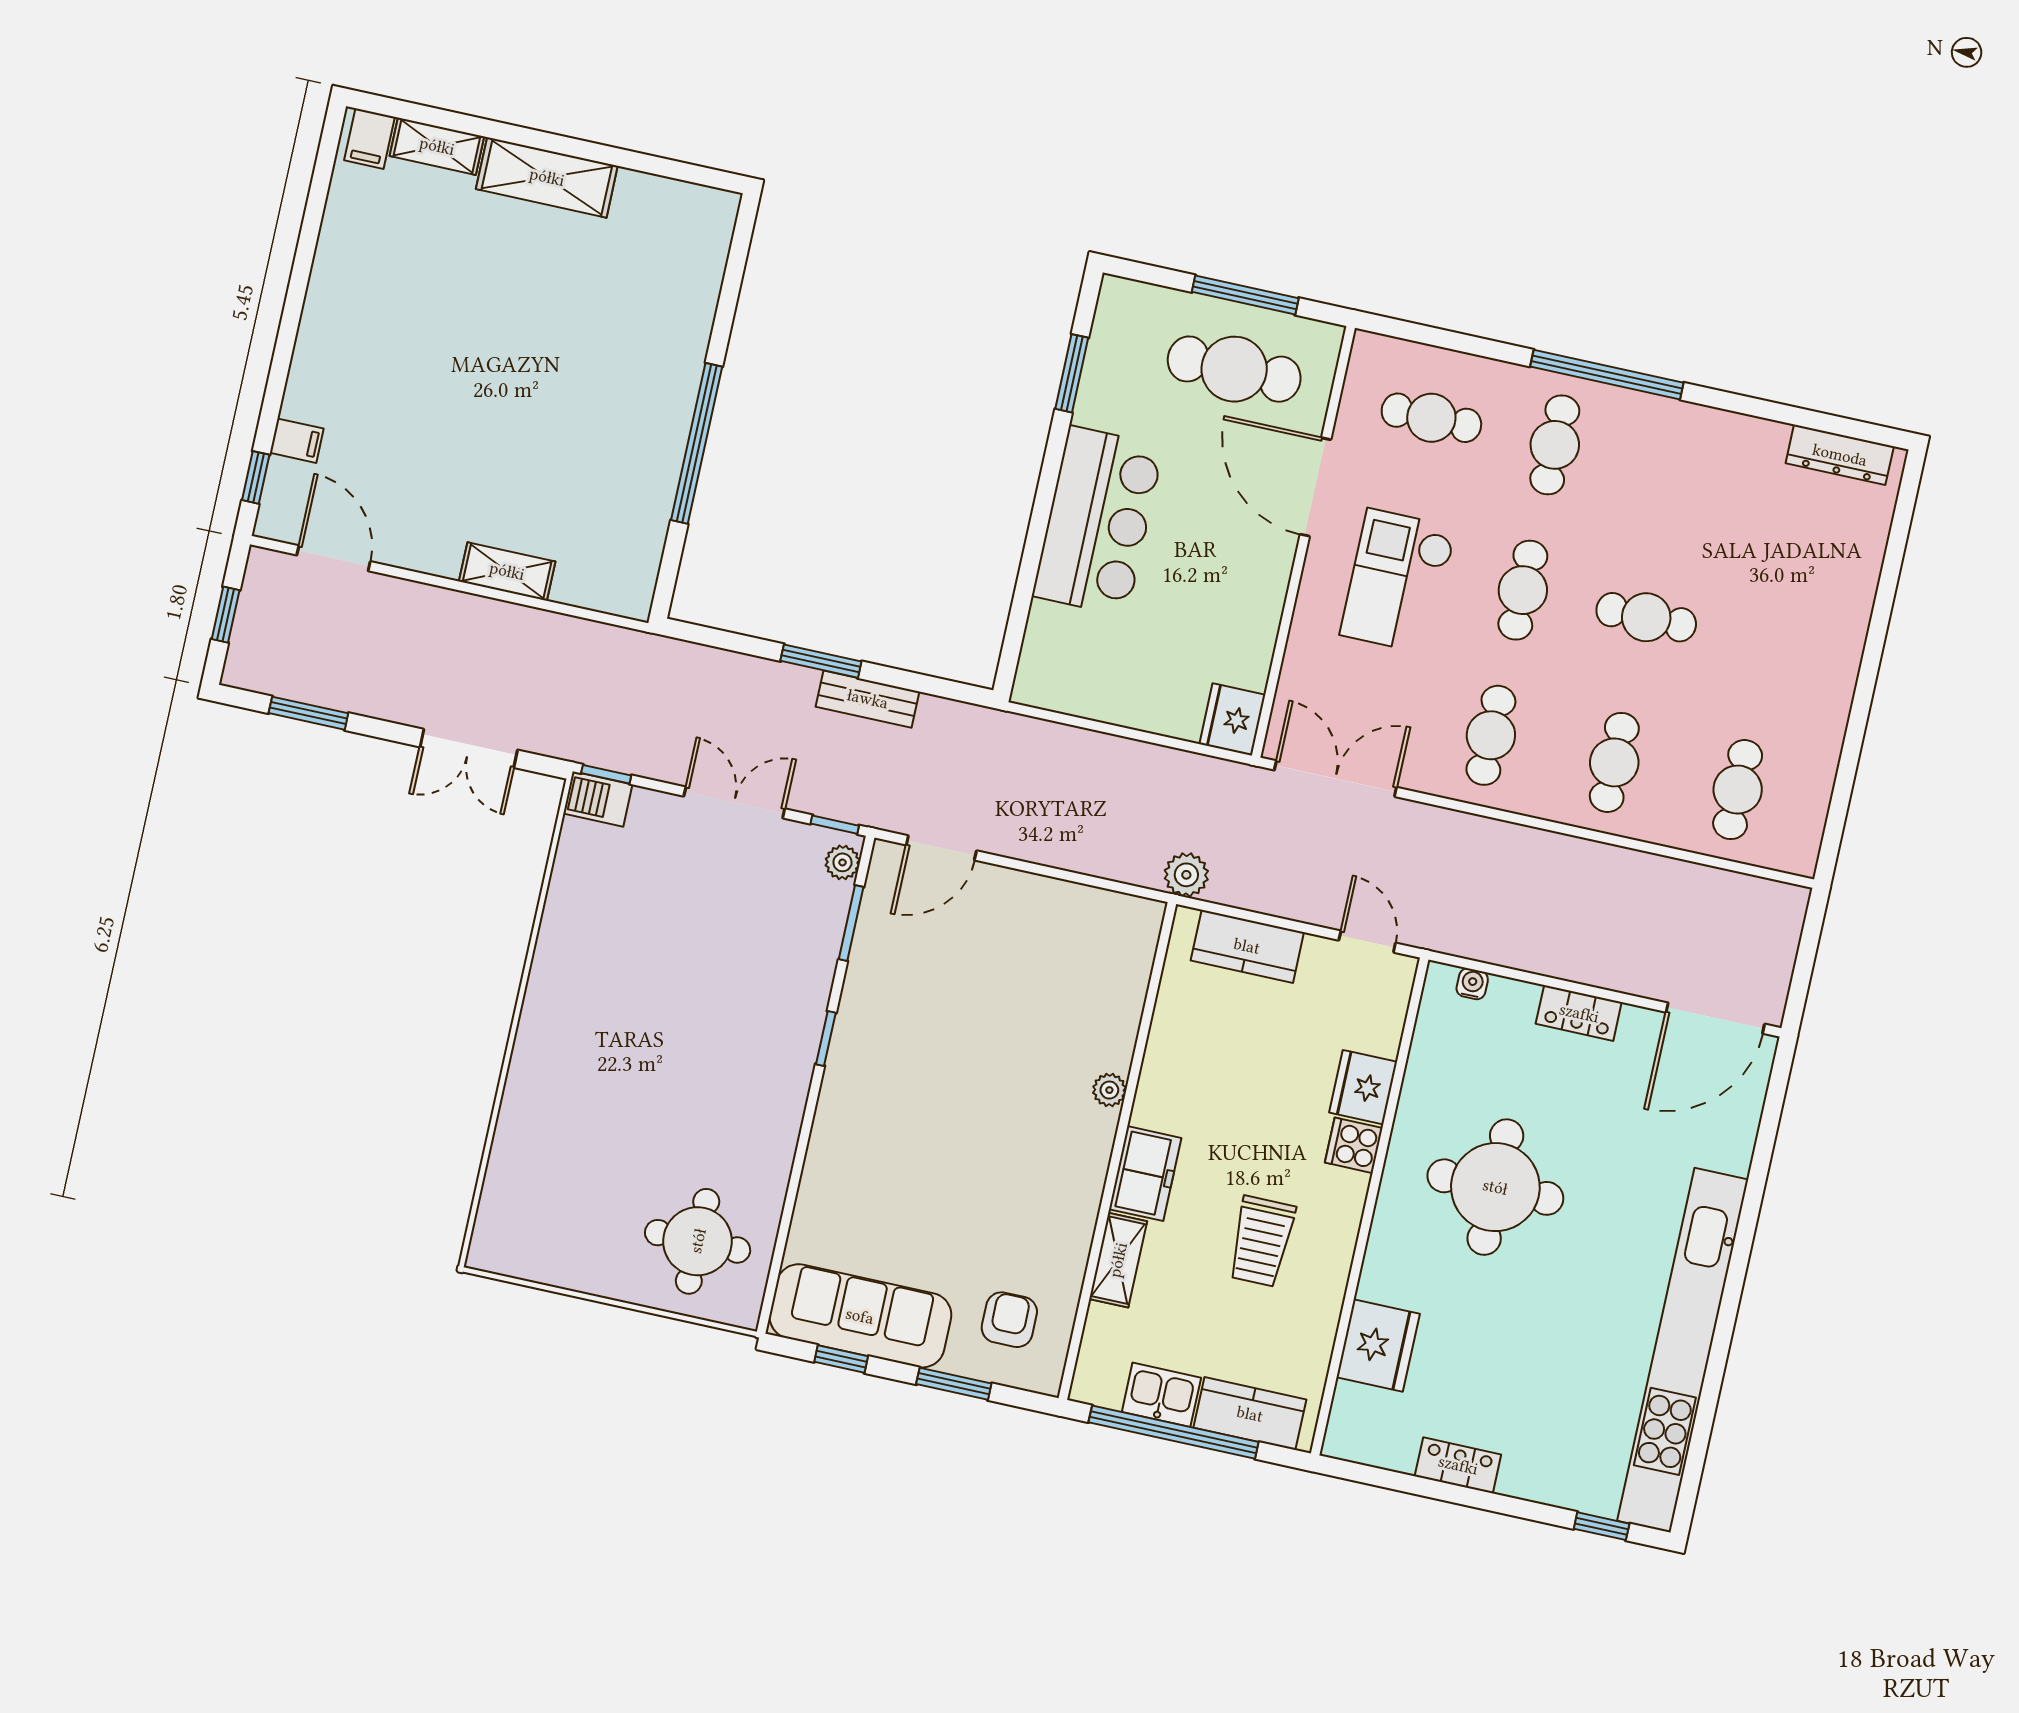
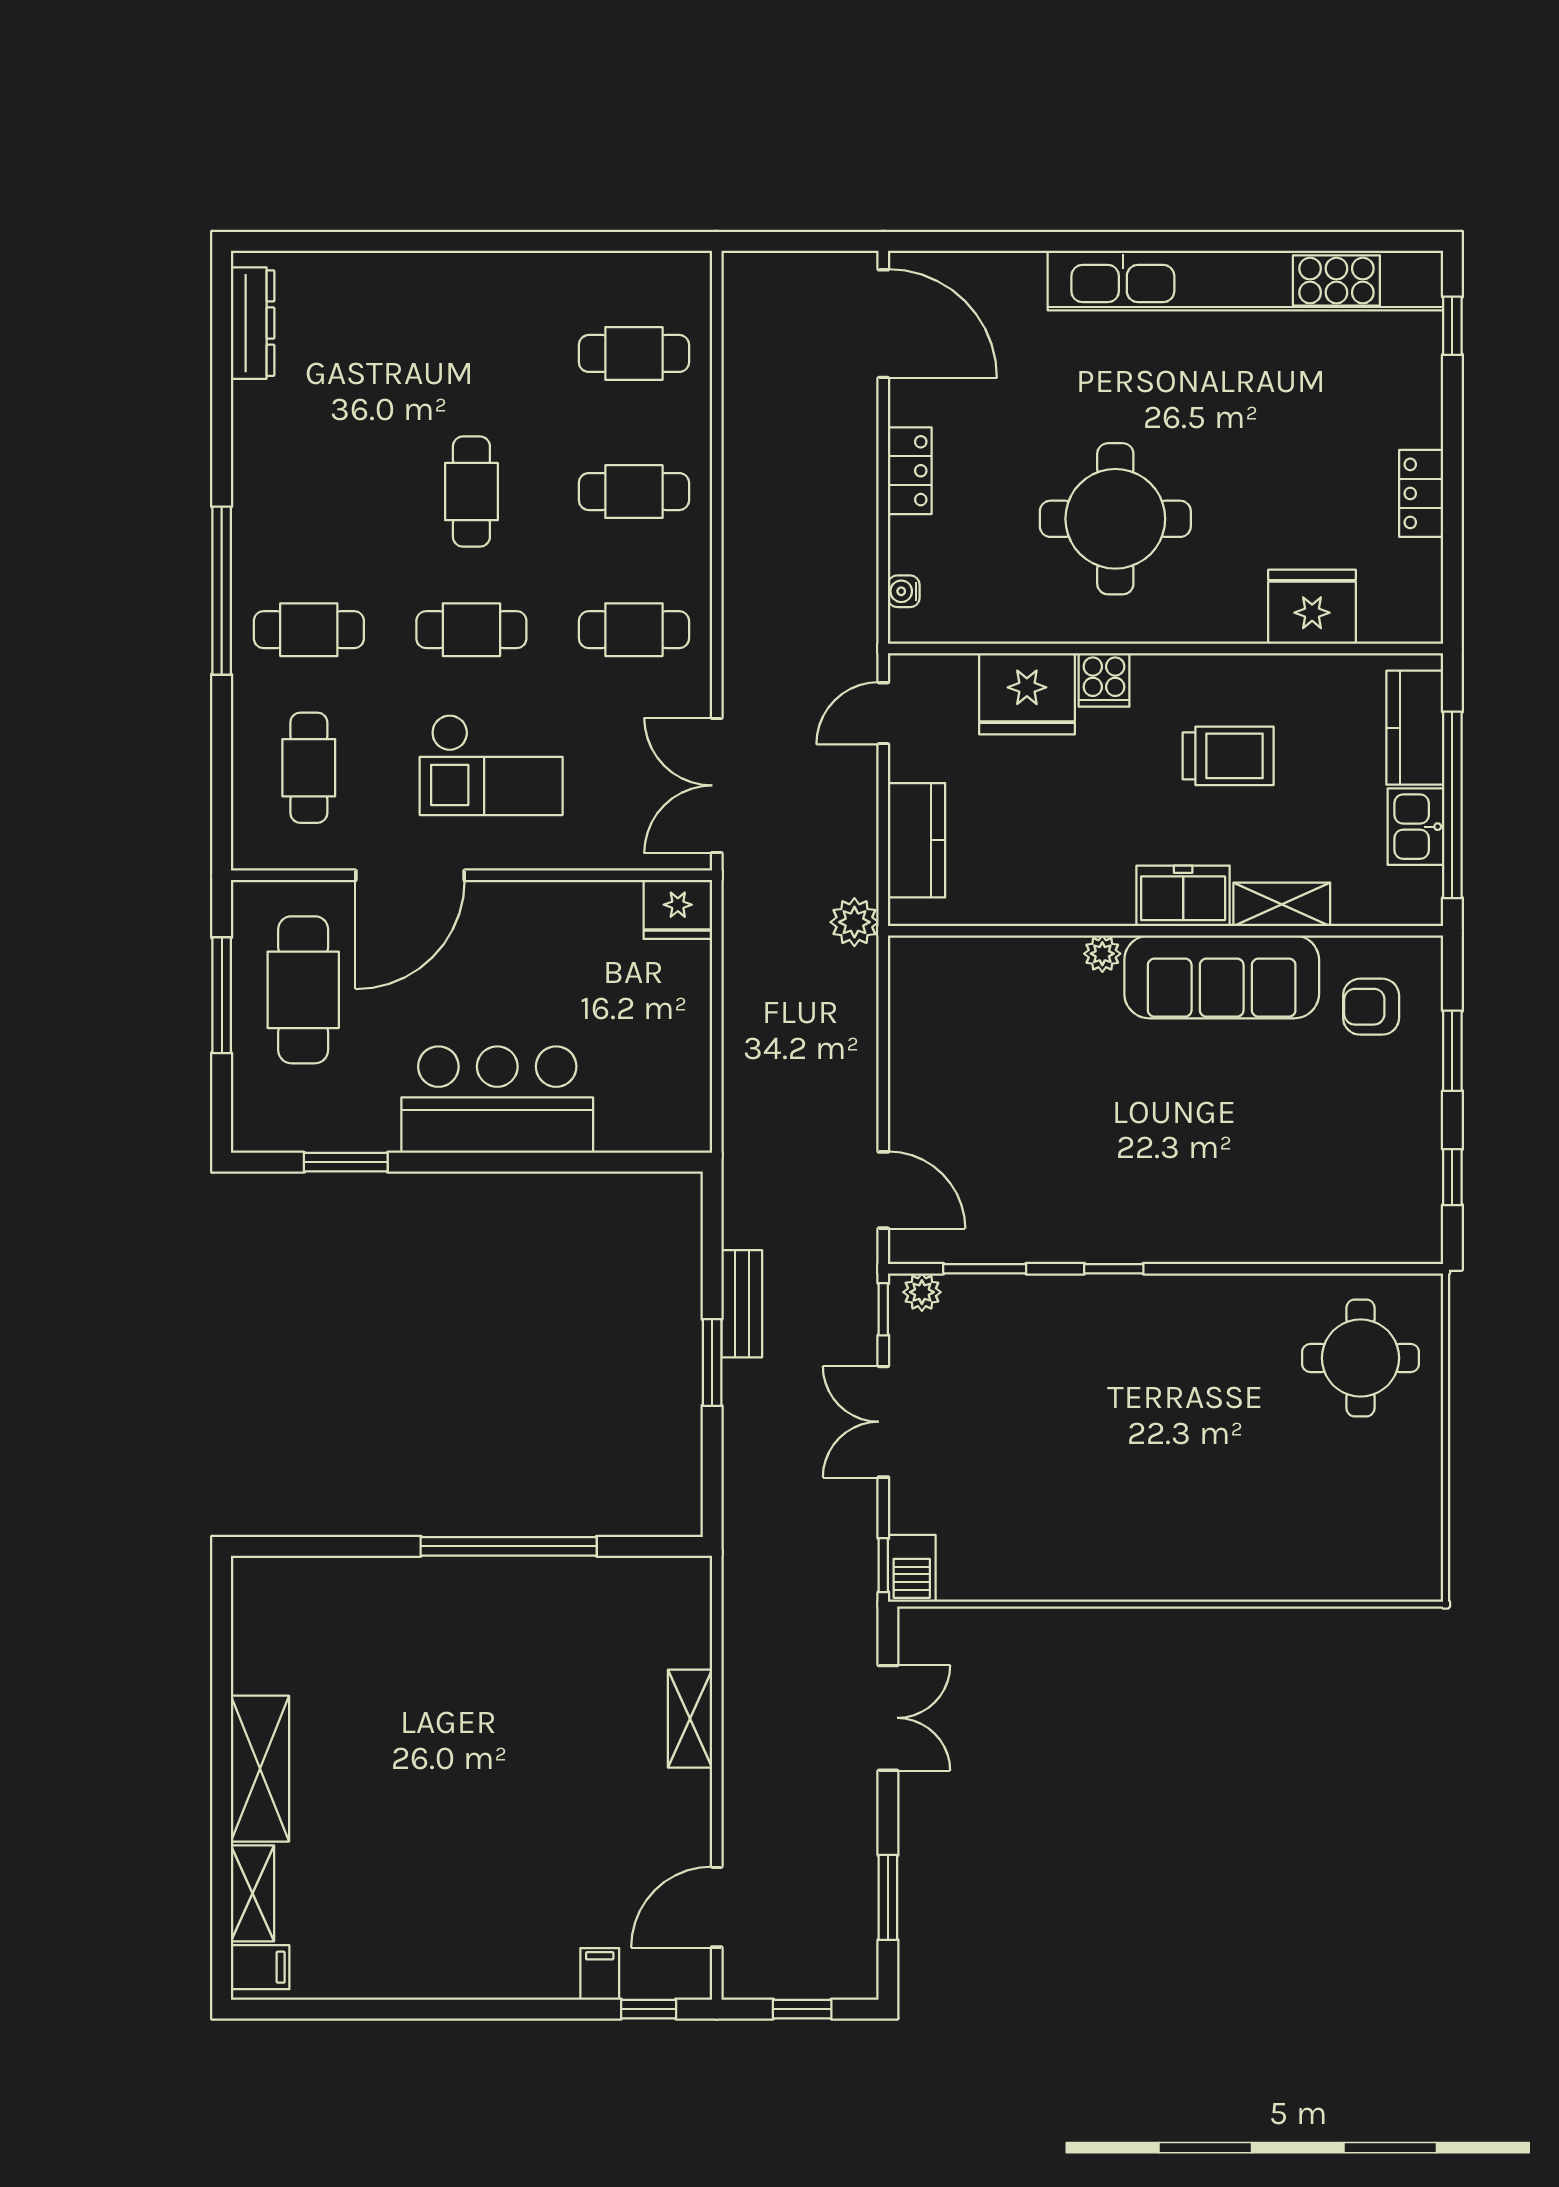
fridge: (1363, 1087) -> (1027, 694), width x1.36, depth x1.34
sofa: (860, 1316) -> (1222, 977), moved, turned -90

